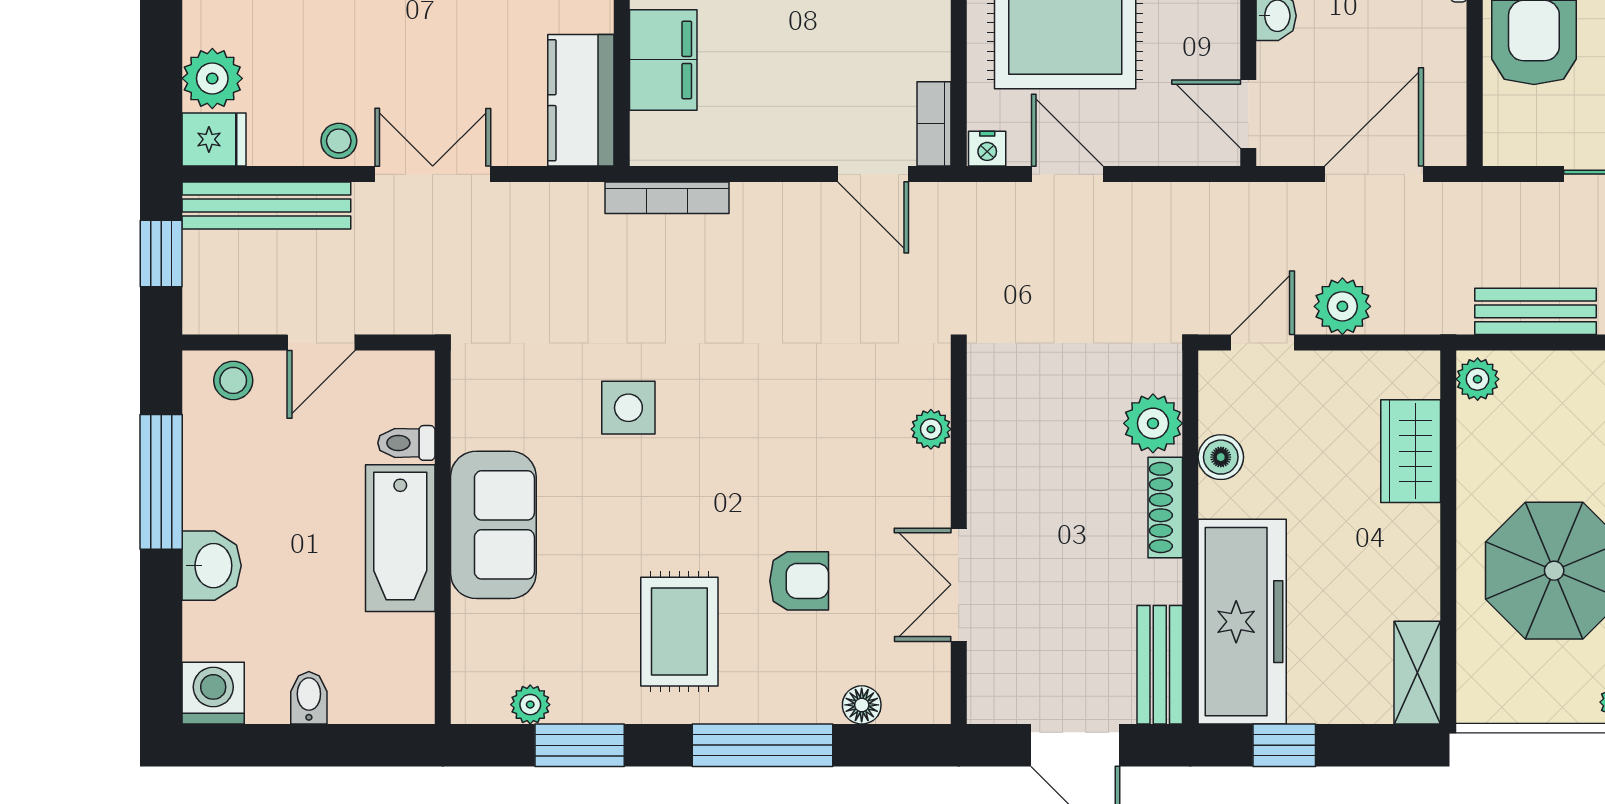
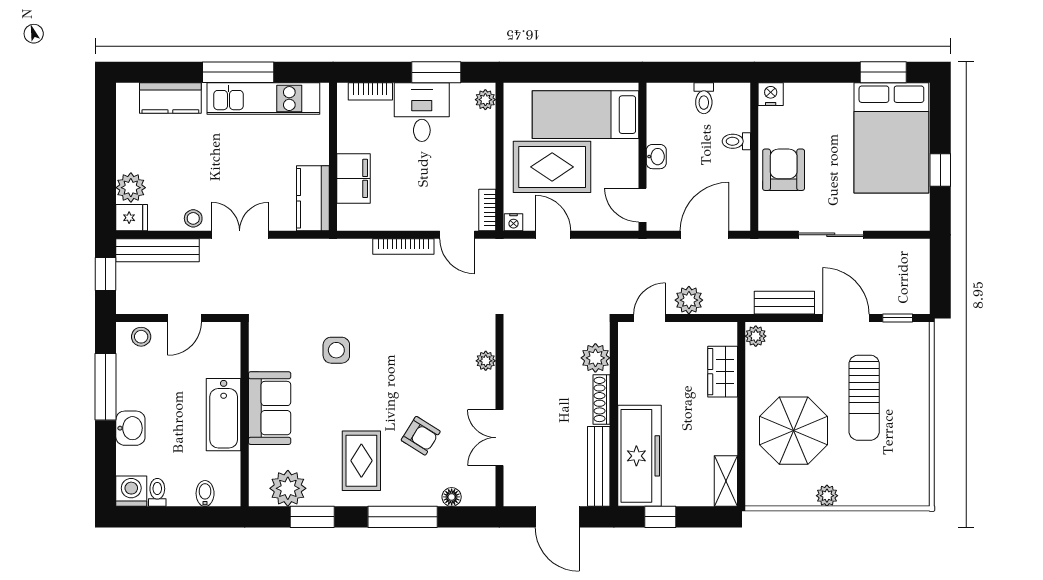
bookcase: (667, 198) -> (403, 246), moved
toilet: (406, 443) -> (157, 492), moved, turned 90
boiler: (1221, 457) -> (629, 375), removed
armchair: (799, 581) -> (421, 436), turned 32
bench: (1160, 665) -> (599, 466), width x1.36
bidet: (309, 698) -> (205, 493), moved
plant: (530, 705) -> (288, 488), width x1.88, depth x1.88

